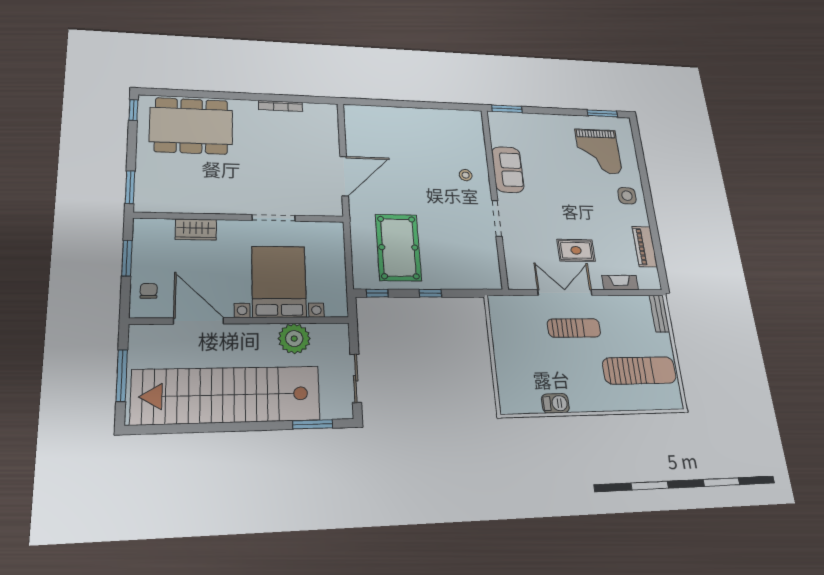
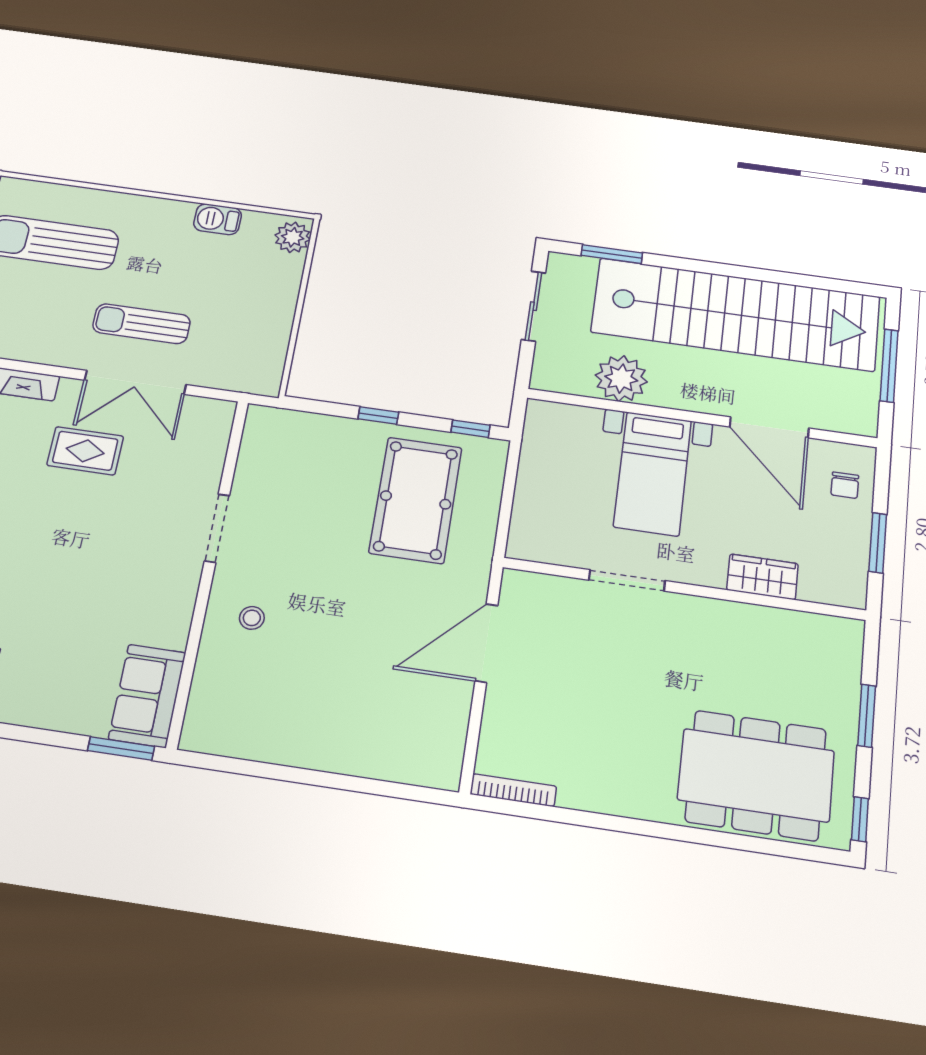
bookcase: (281, 106) -> (513, 790), moved
sofa: (508, 170) -> (147, 696), moved
window: (130, 187) -> (867, 716), moved
bed with nightstands: (279, 282) -> (653, 473), width x0.73
plant: (509, 399) -> (293, 237), added

